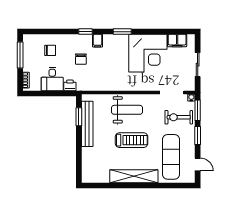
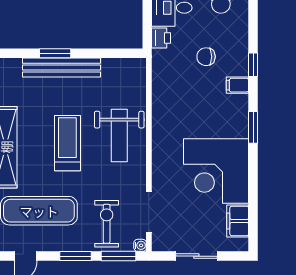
window: (79, 117) -> (55, 53), moved
bench: (87, 124) -> (62, 68), moved
treadmill: (132, 140) -> (67, 143), turned 180

